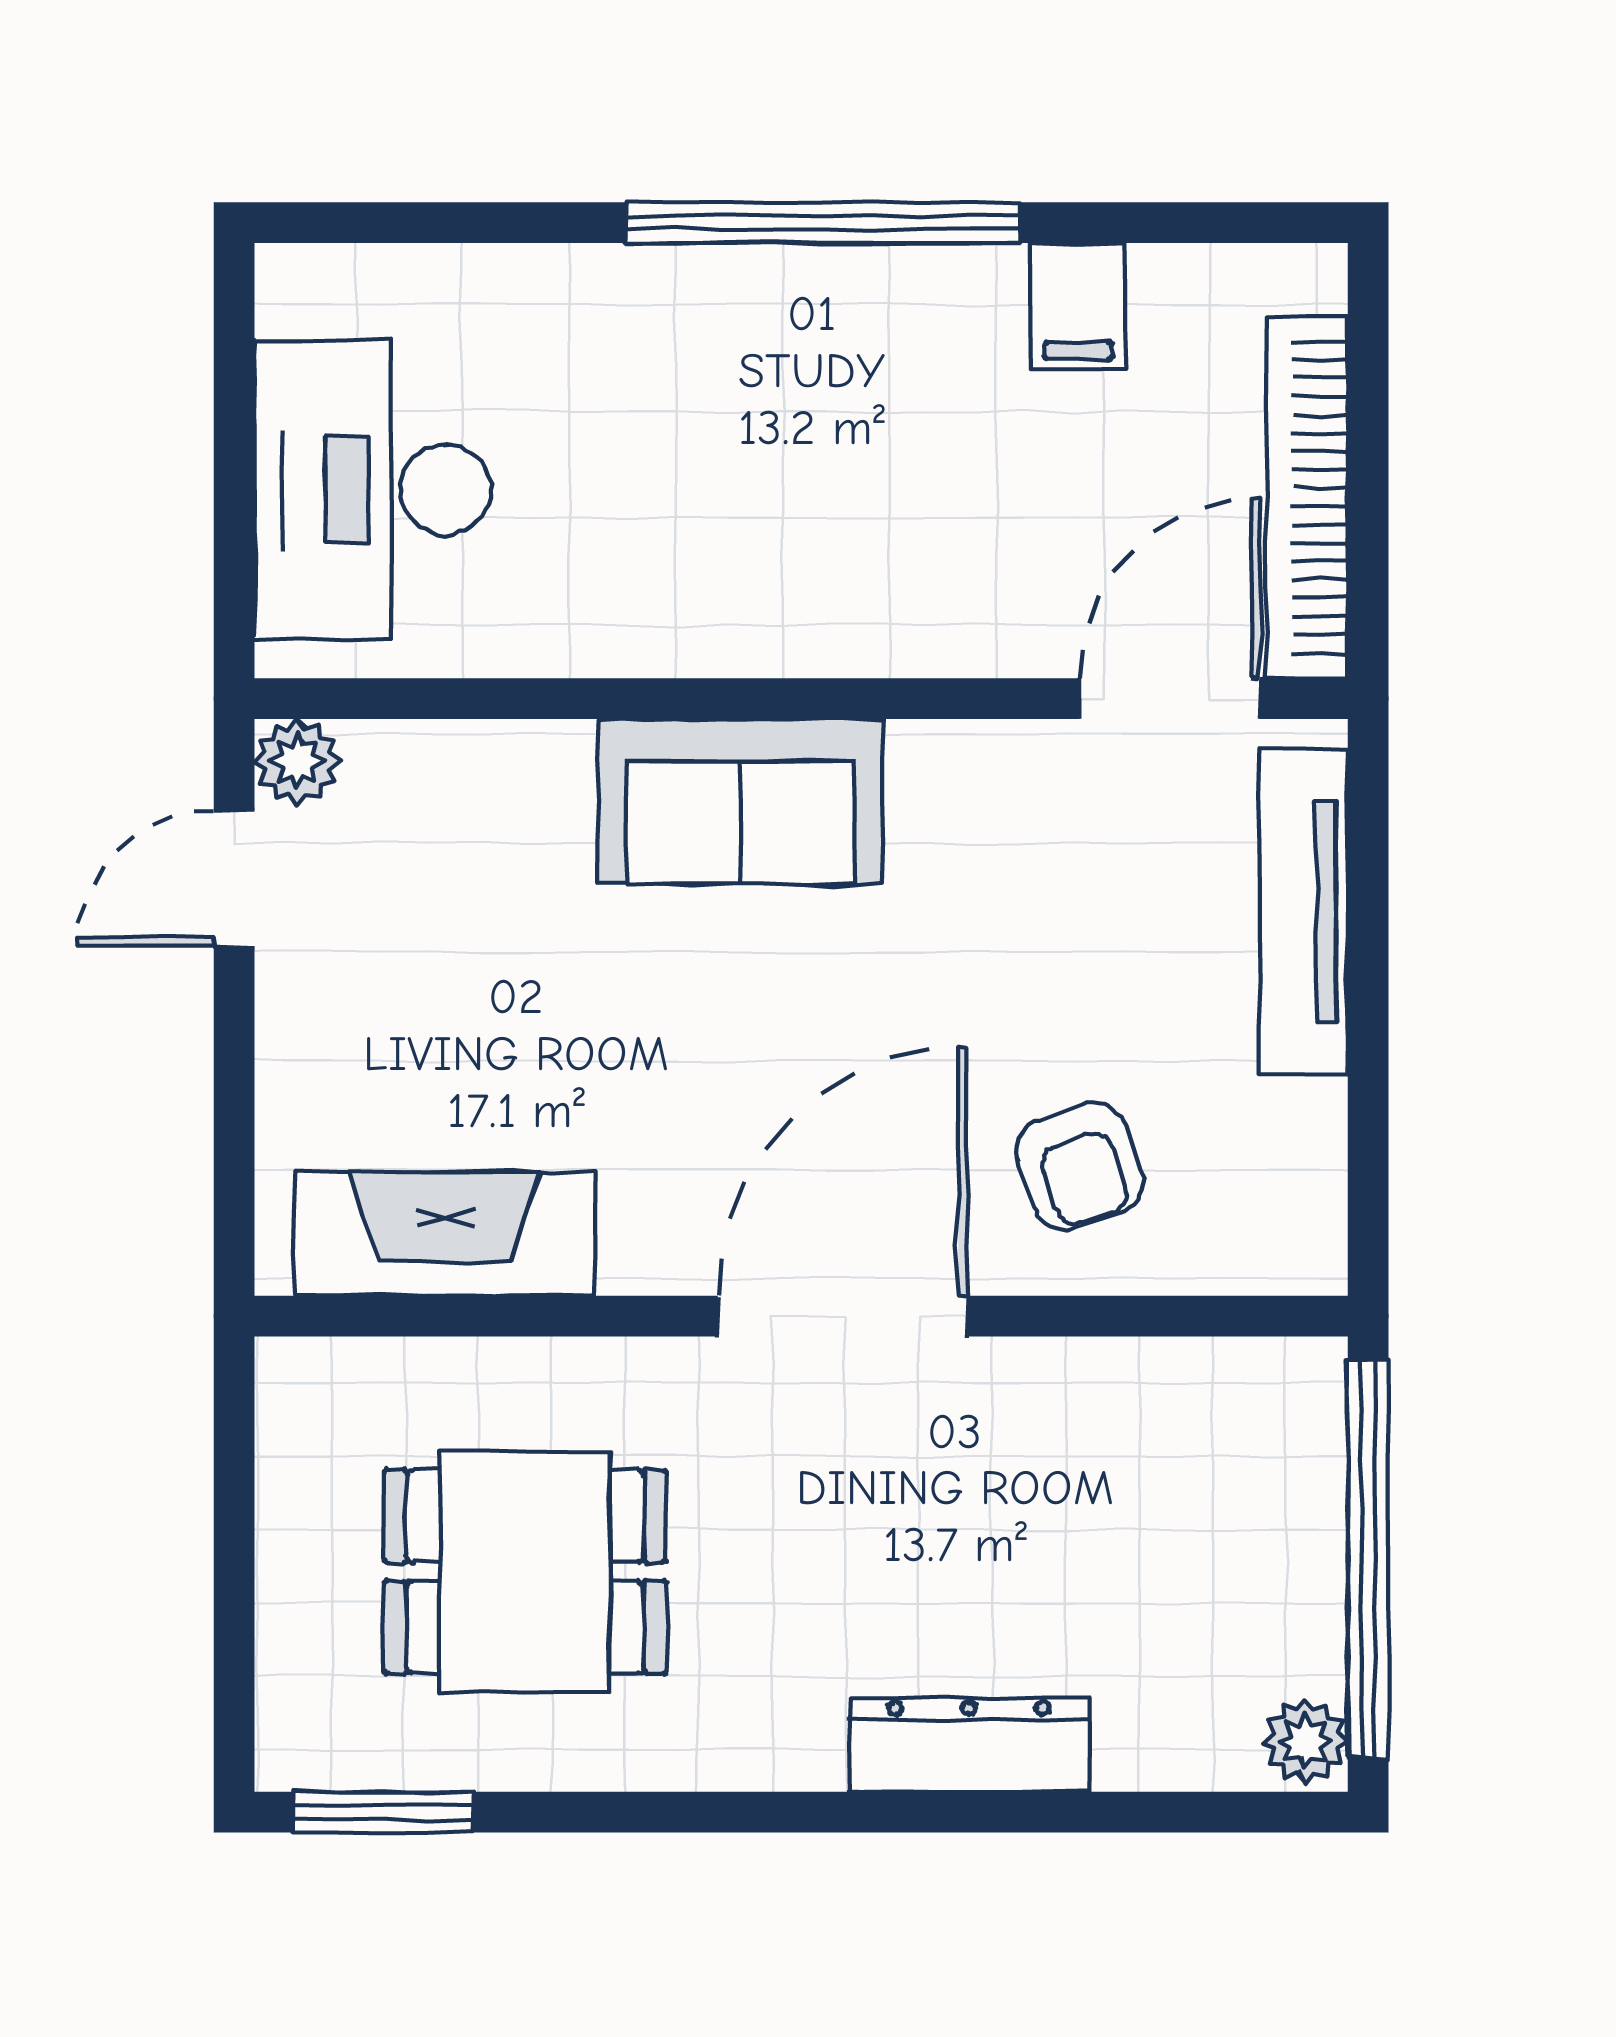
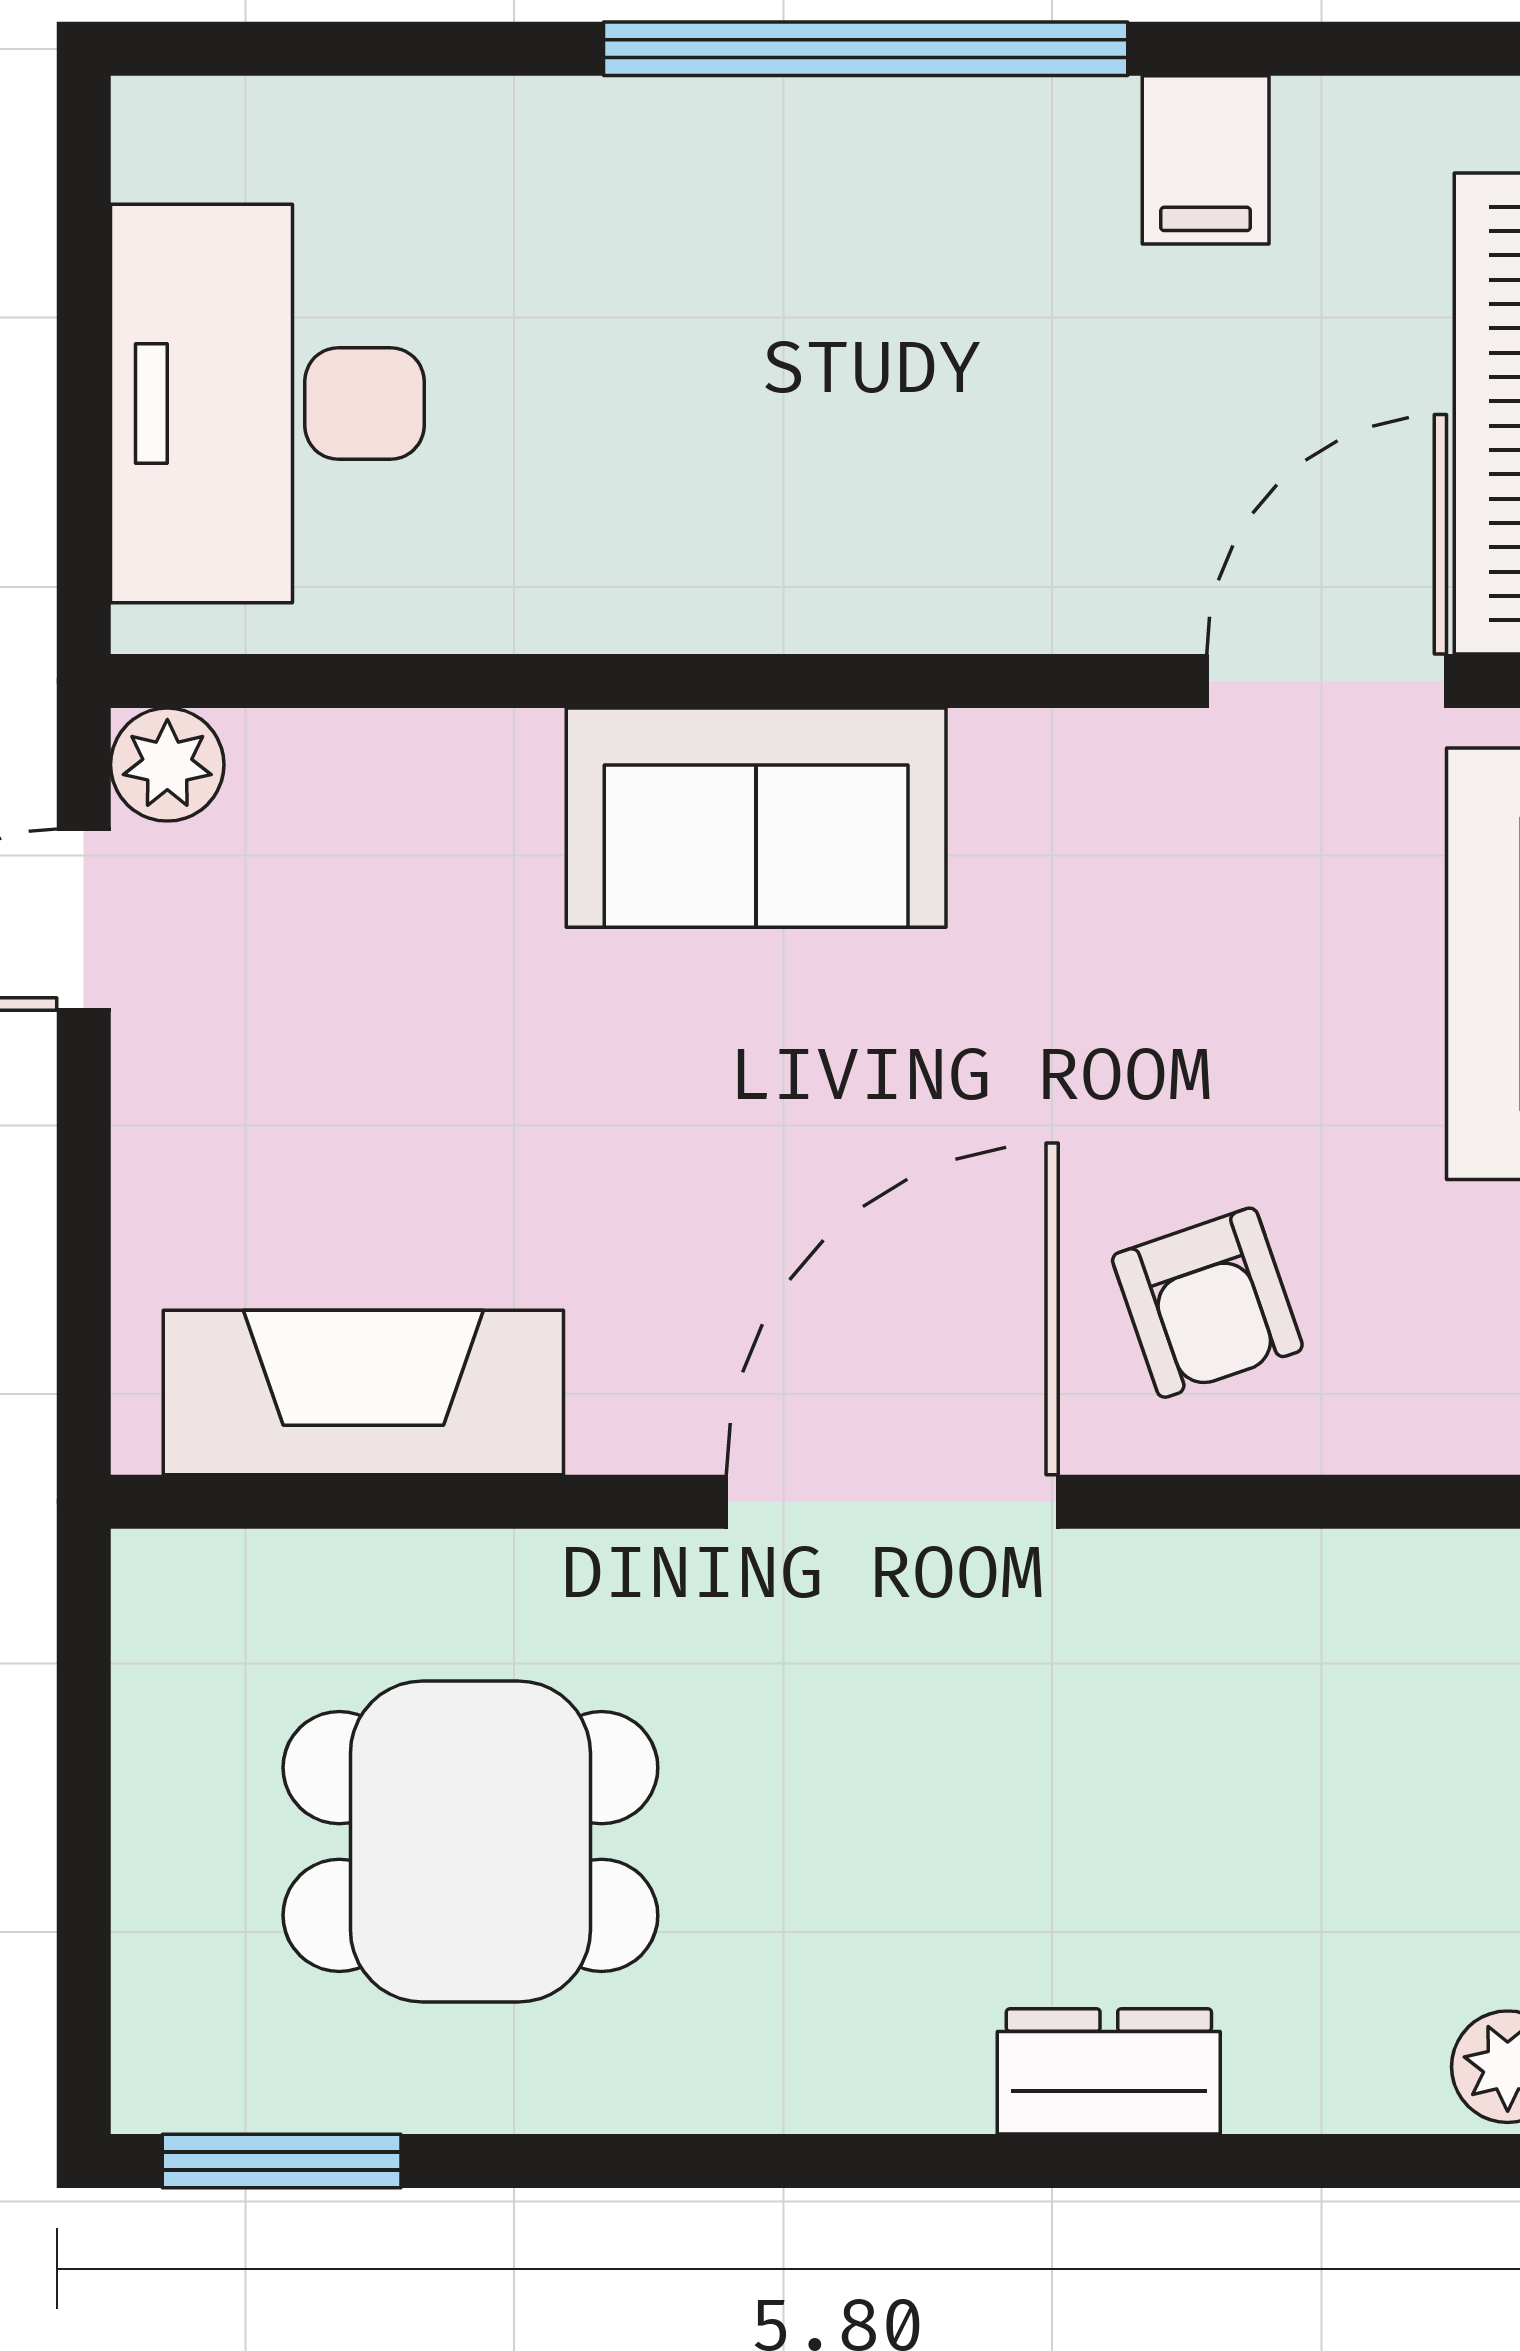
dresser: (969, 1745) -> (1109, 2071), width x0.70

